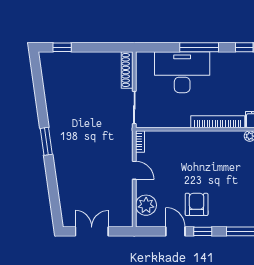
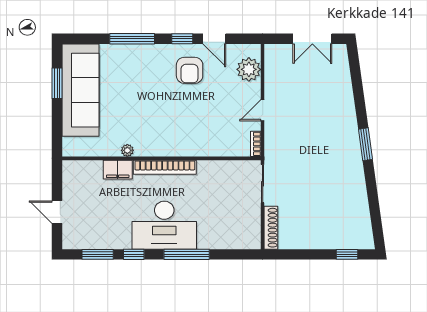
desk: (182, 72) -> (164, 225), moved
door: (134, 170) -> (263, 110), hinge flipped

